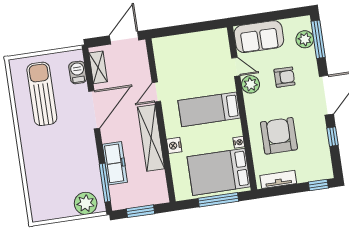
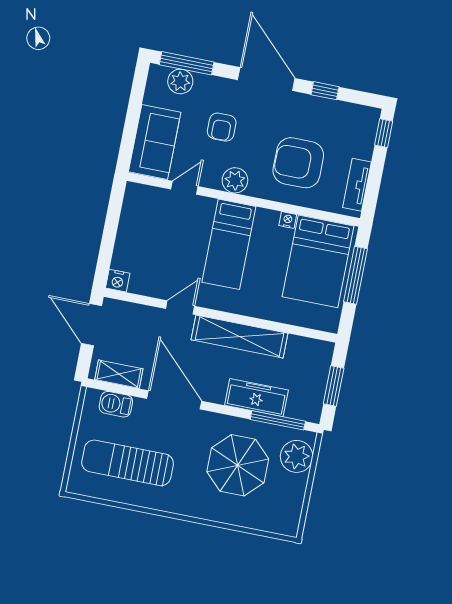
armchair: (284, 77) -> (222, 127), turned 180
plant: (251, 84) -> (235, 180), moved
door: (156, 92) -> (180, 307), swing flipped
nightstand: (174, 145) -> (118, 281), moved
parasol: (66, 167) -> (238, 465), added

